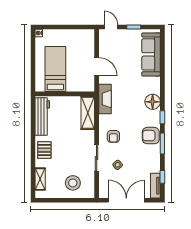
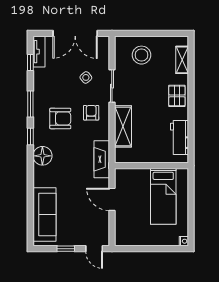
shelving: (88, 113) -> (123, 126), moved
workbench: (42, 116) -> (179, 138), width x0.73
armchair: (151, 136) -> (60, 118), moved

